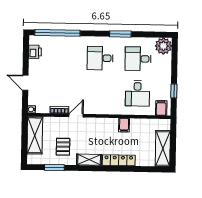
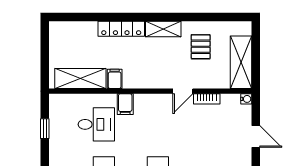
desk: (137, 93) -> (96, 124), turned 90
filing cabinet: (161, 108) -> (125, 104), moved
shelving: (163, 149) -> (80, 79), moved, turned 90
window: (54, 167) -> (212, 17), removed

